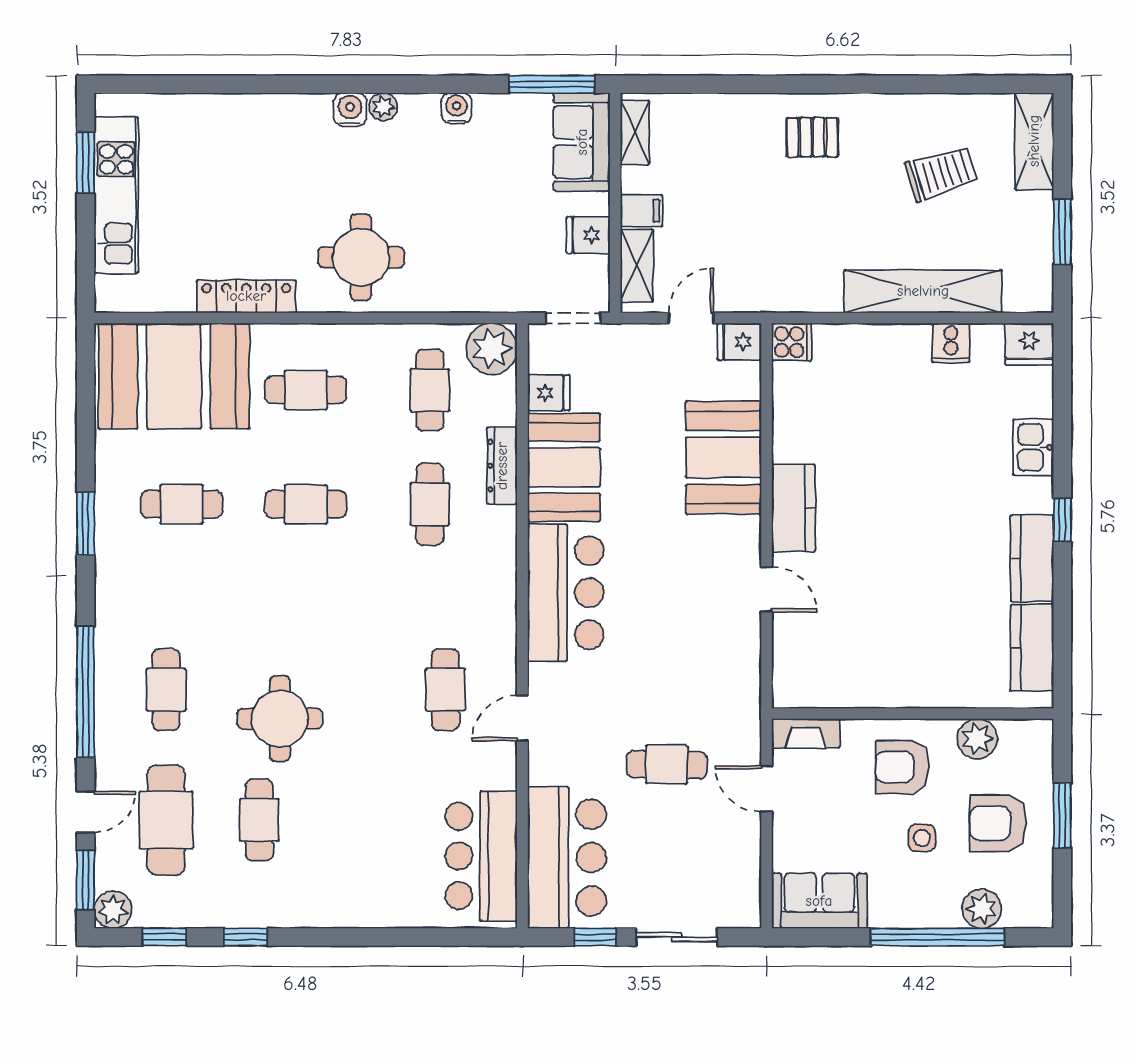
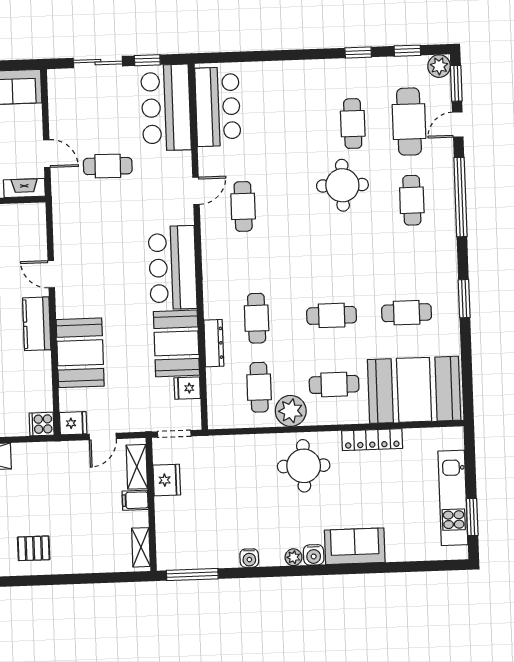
sofa: (582, 142) -> (355, 546), moved, turned -90
fridge: (588, 235) -> (167, 480), width x1.38
plant: (492, 349) -> (291, 411), moved

